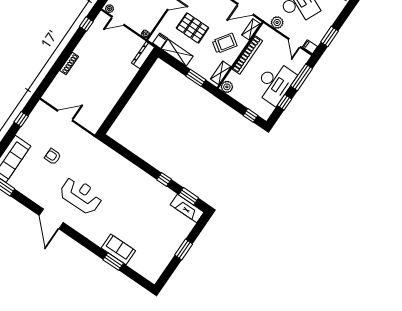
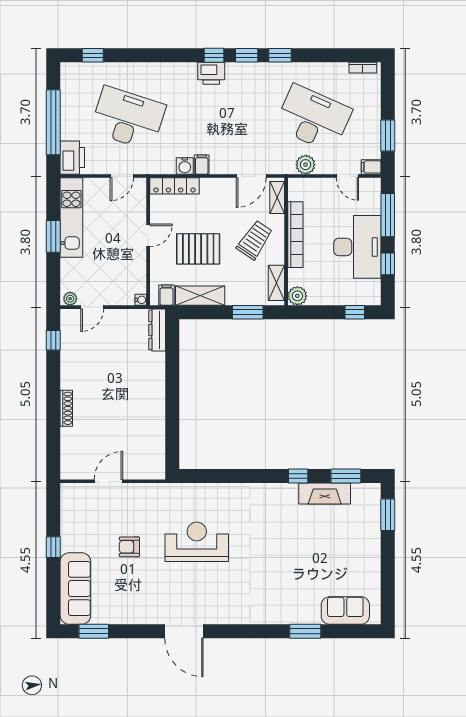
window: (21, 119) -> (53, 547), moved
reception desk: (81, 195) -> (197, 542), moved
fireplace: (187, 208) -> (325, 494), moved
sofa: (118, 249) -> (345, 611), moved
window: (184, 250) -> (388, 515), moved

